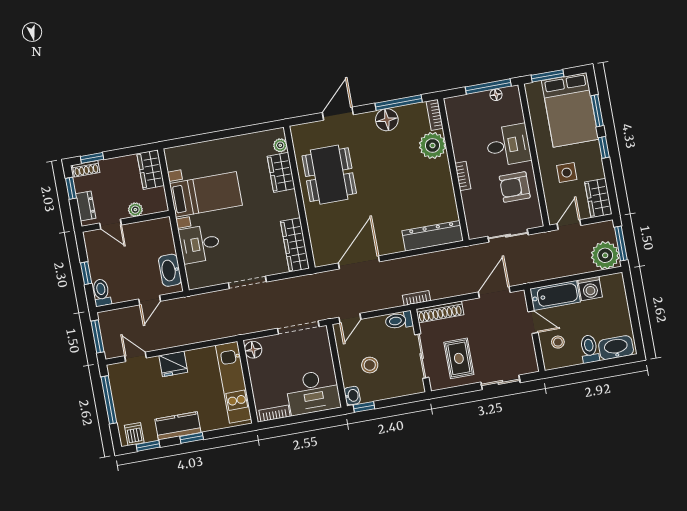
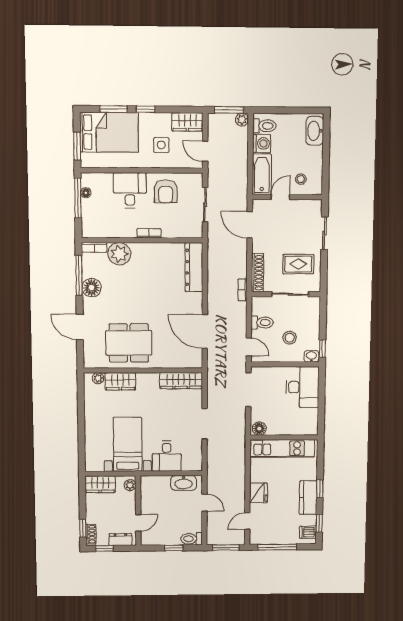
plant: (135, 210) -> (130, 485), moved
plant: (605, 255) -> (242, 120), width x0.53, depth x0.53
toilet: (399, 320) -> (262, 323), moved, turned -90
toilet: (589, 349) -> (264, 126), moved, turned 180
bookcase: (275, 413) -> (313, 421), removed

